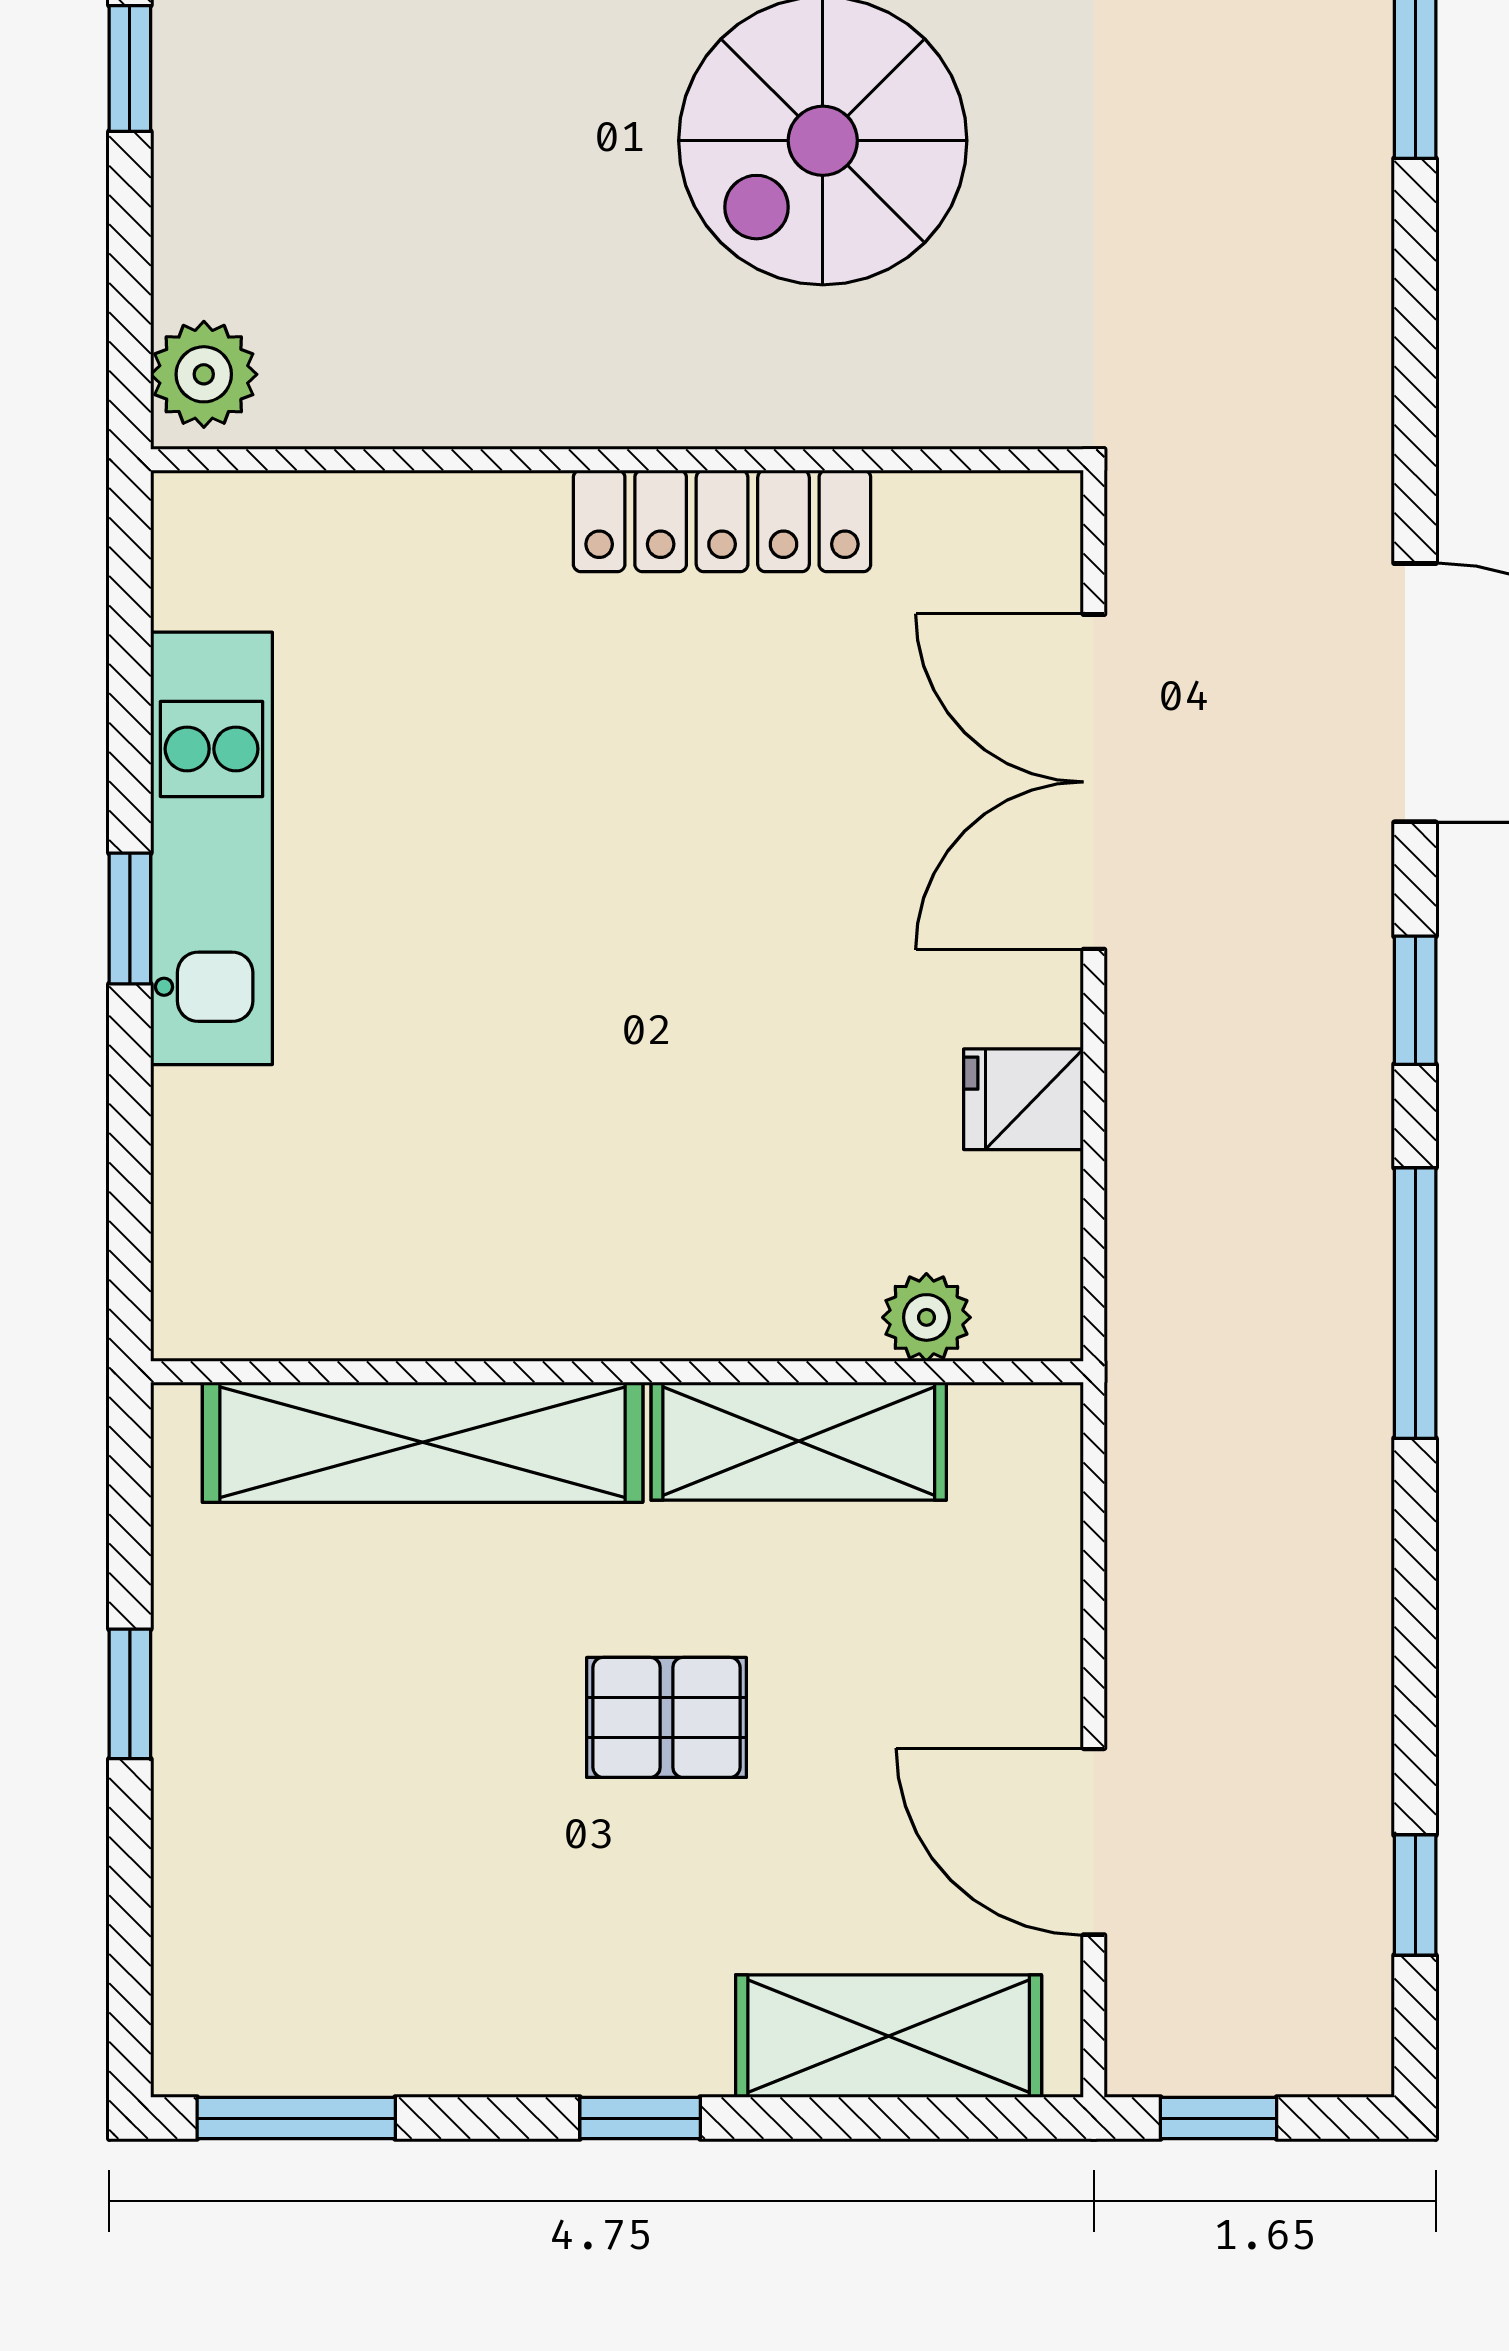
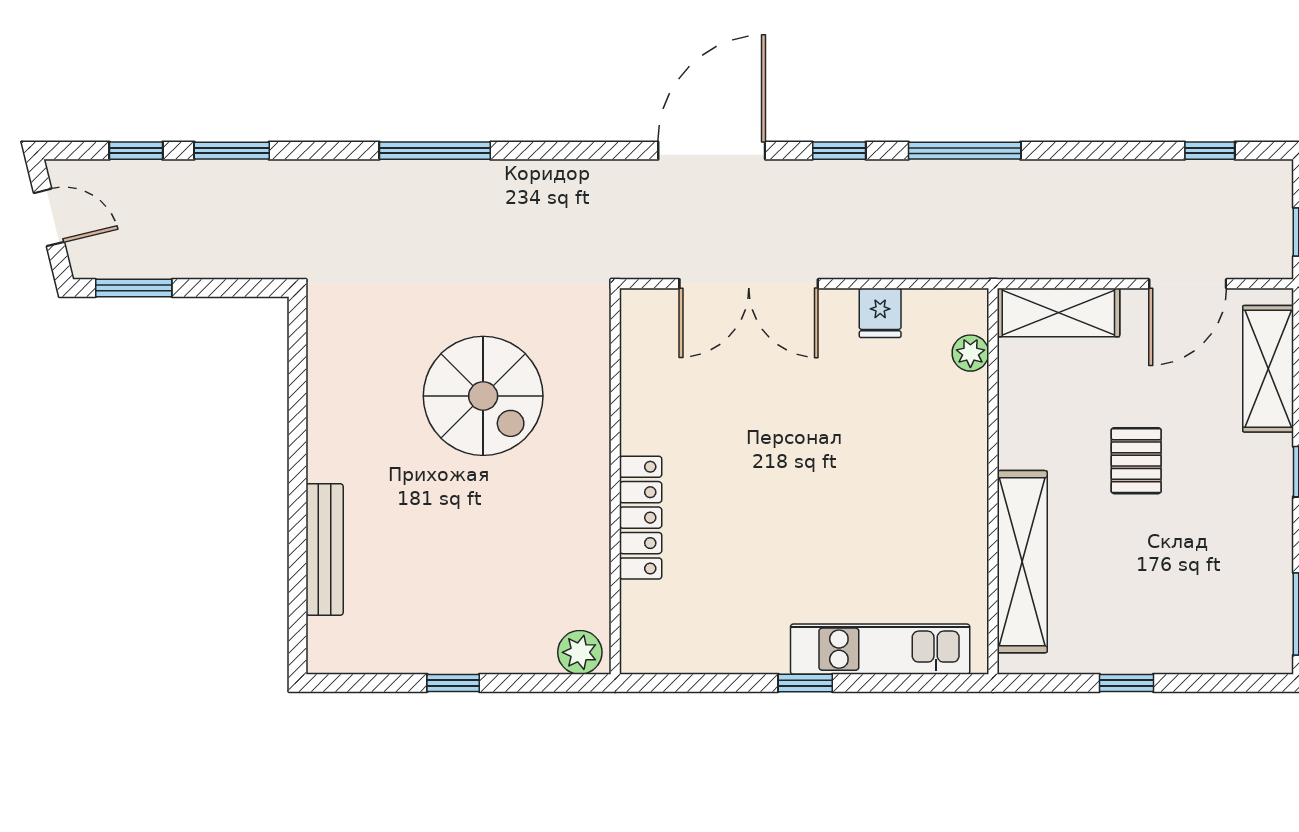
locker: (722, 521) -> (641, 518), moved
kitchen unit: (212, 848) -> (880, 649), moved
shelving: (799, 1441) -> (1058, 312), moved, turned 90

